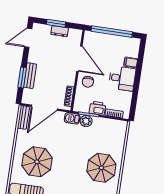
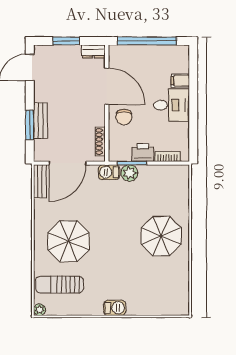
dresser: (60, 31) -> (93, 51), moved

